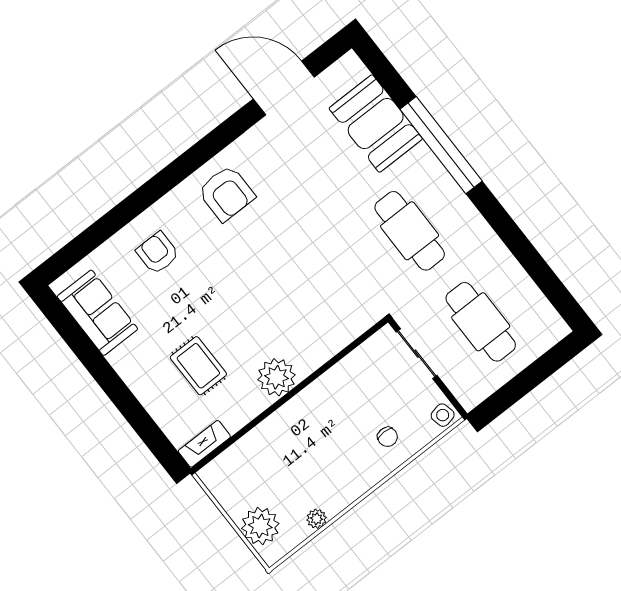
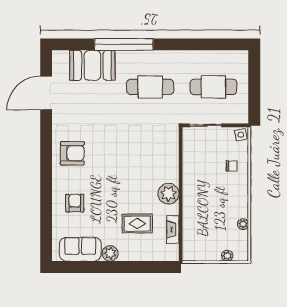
armchair: (158, 253) -> (75, 203), turned 90
plant: (125, 360) -> (110, 253), added
fireplace: (204, 444) -> (173, 229), moved
plant: (260, 526) -> (227, 256), width x0.53, depth x0.53

